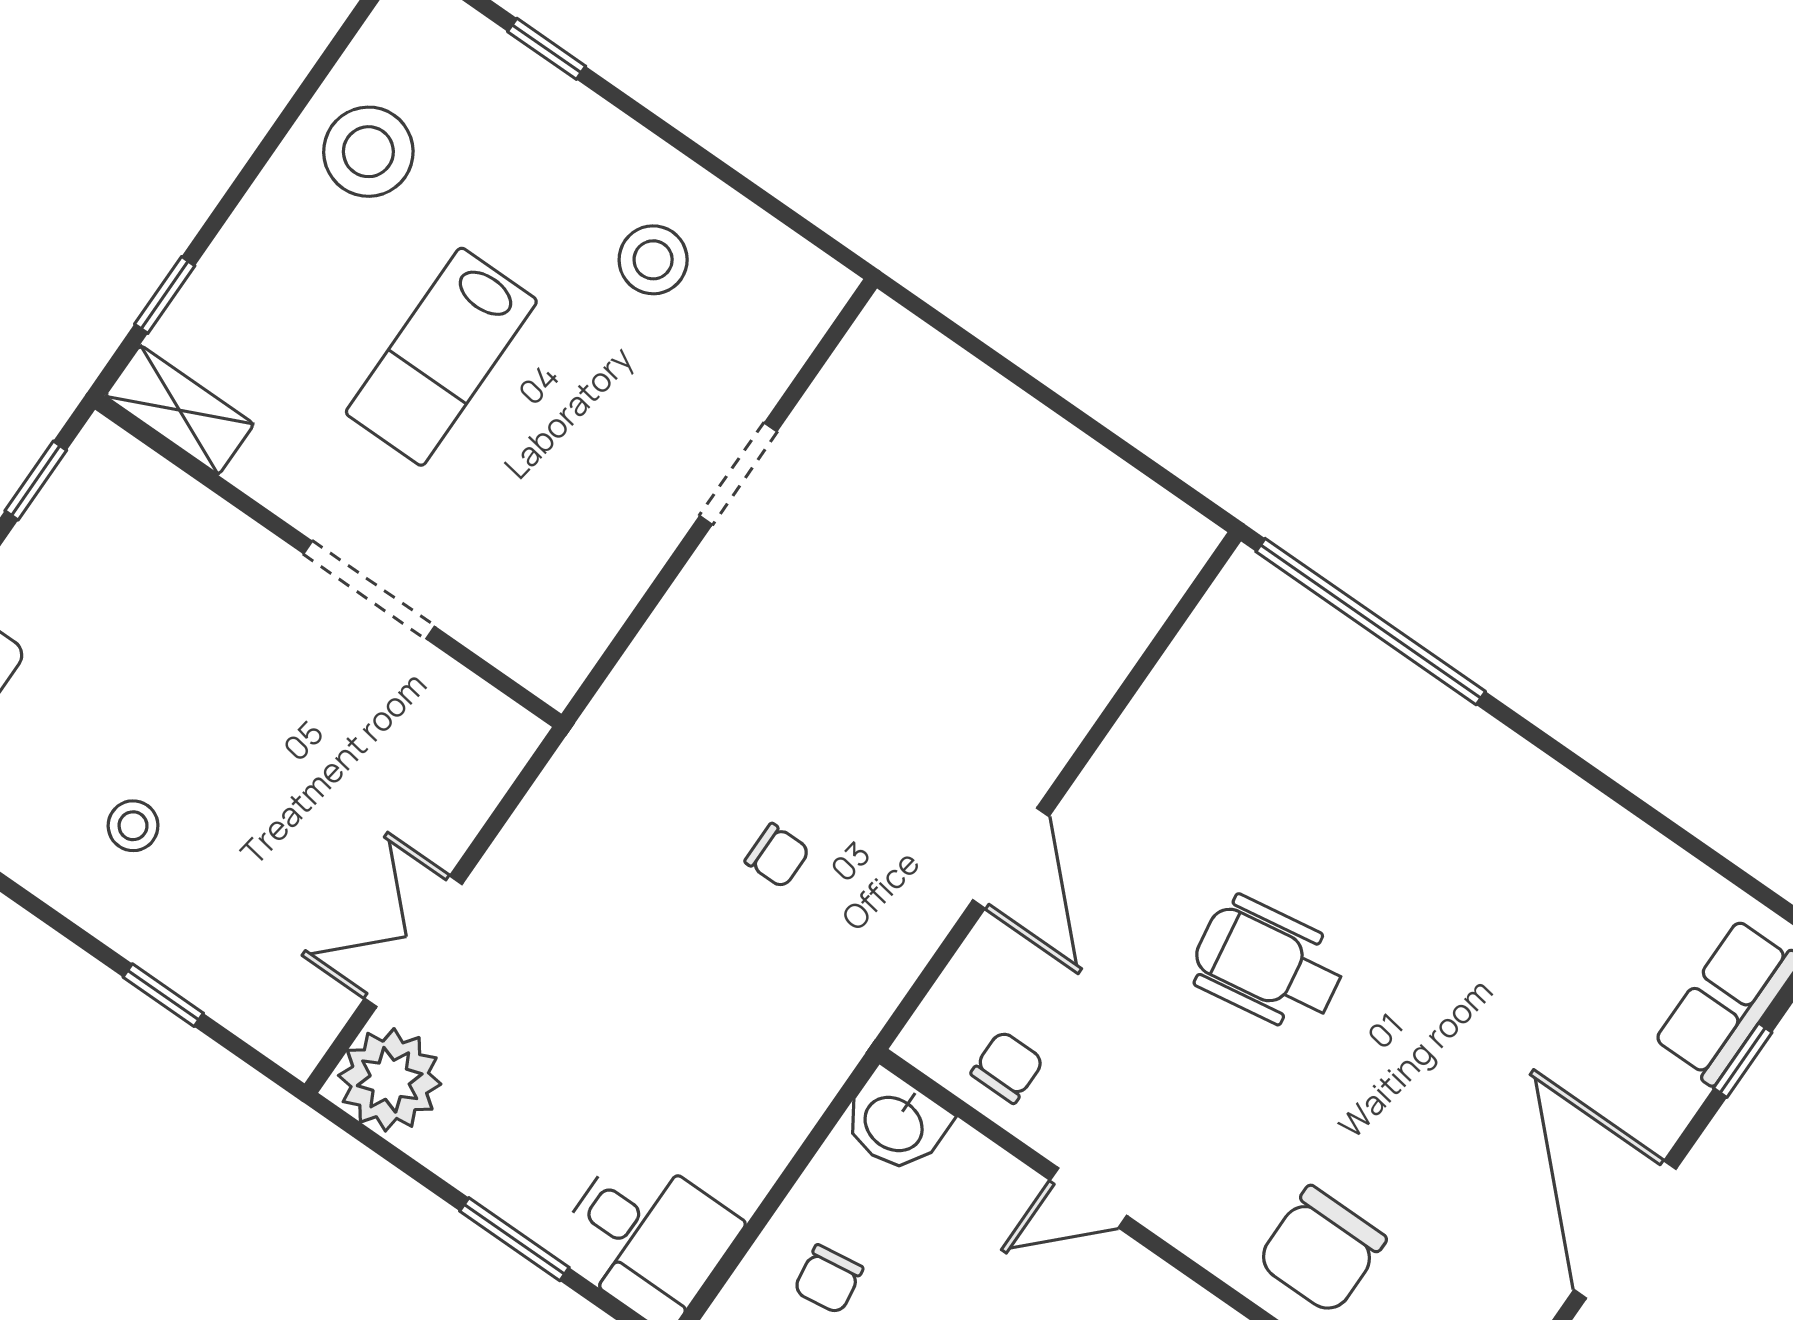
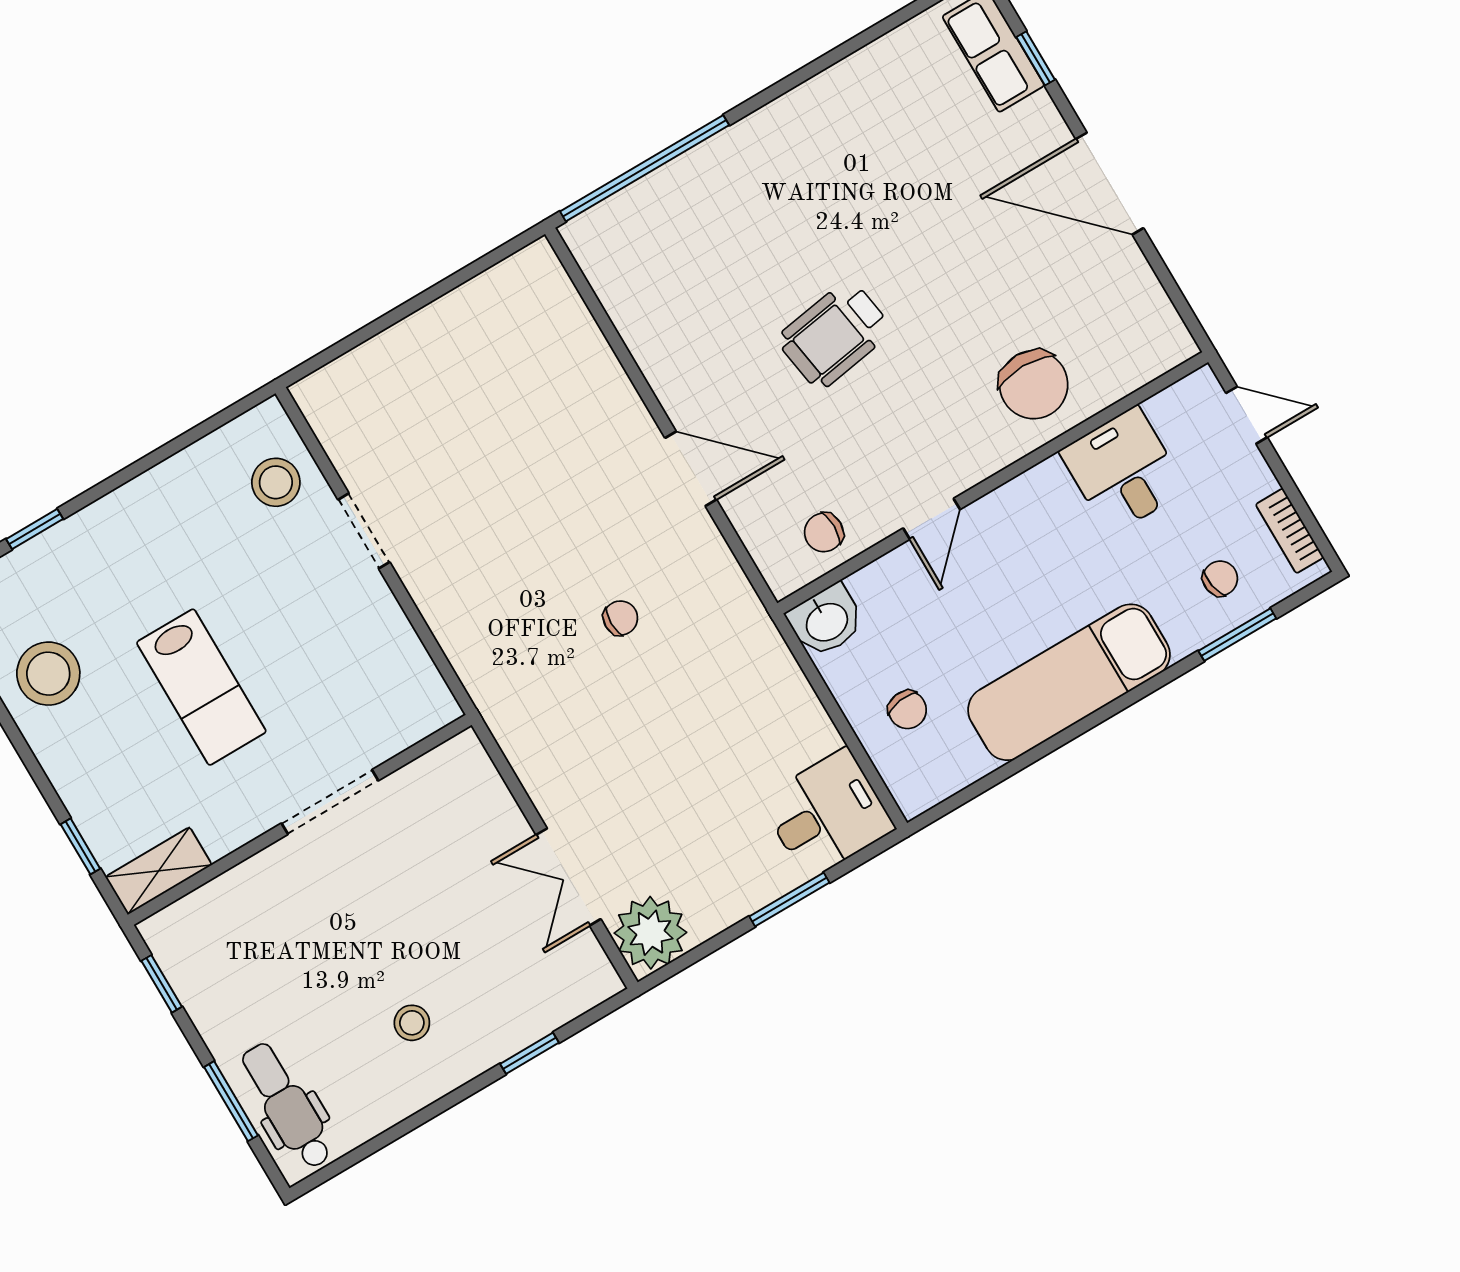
stool: (653, 260) -> (276, 482), moved
chair: (1007, 1067) -> (824, 532), turned -90

